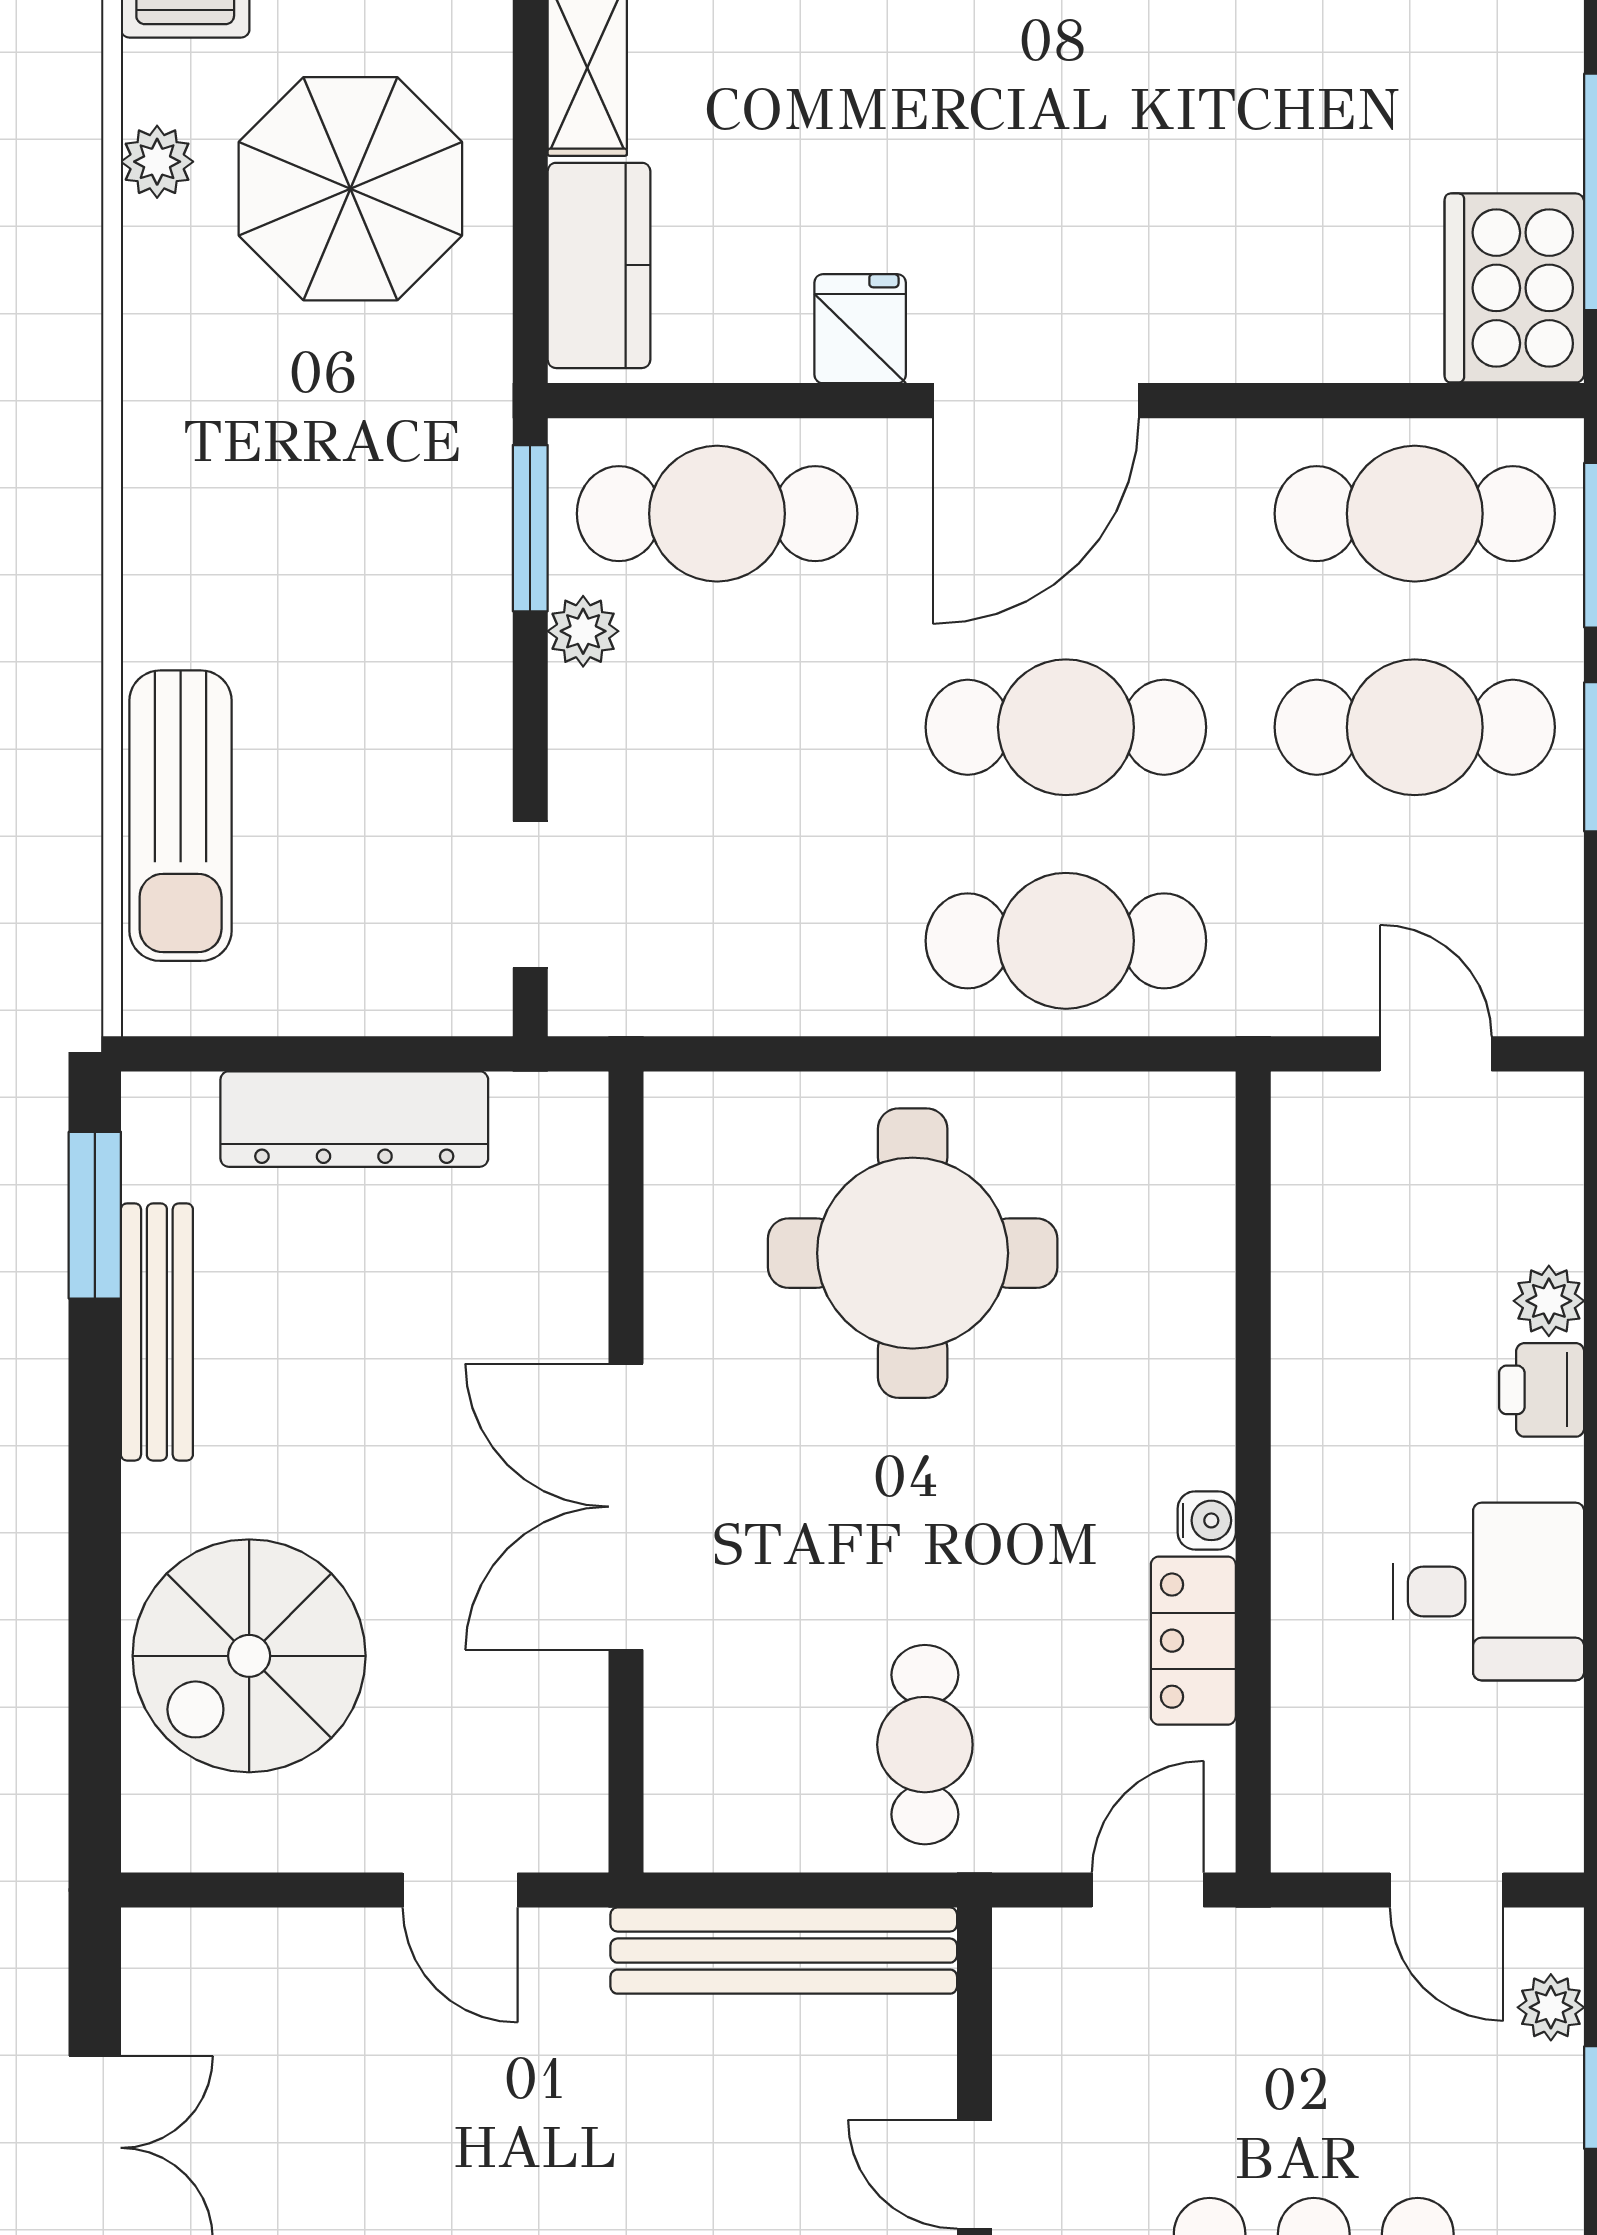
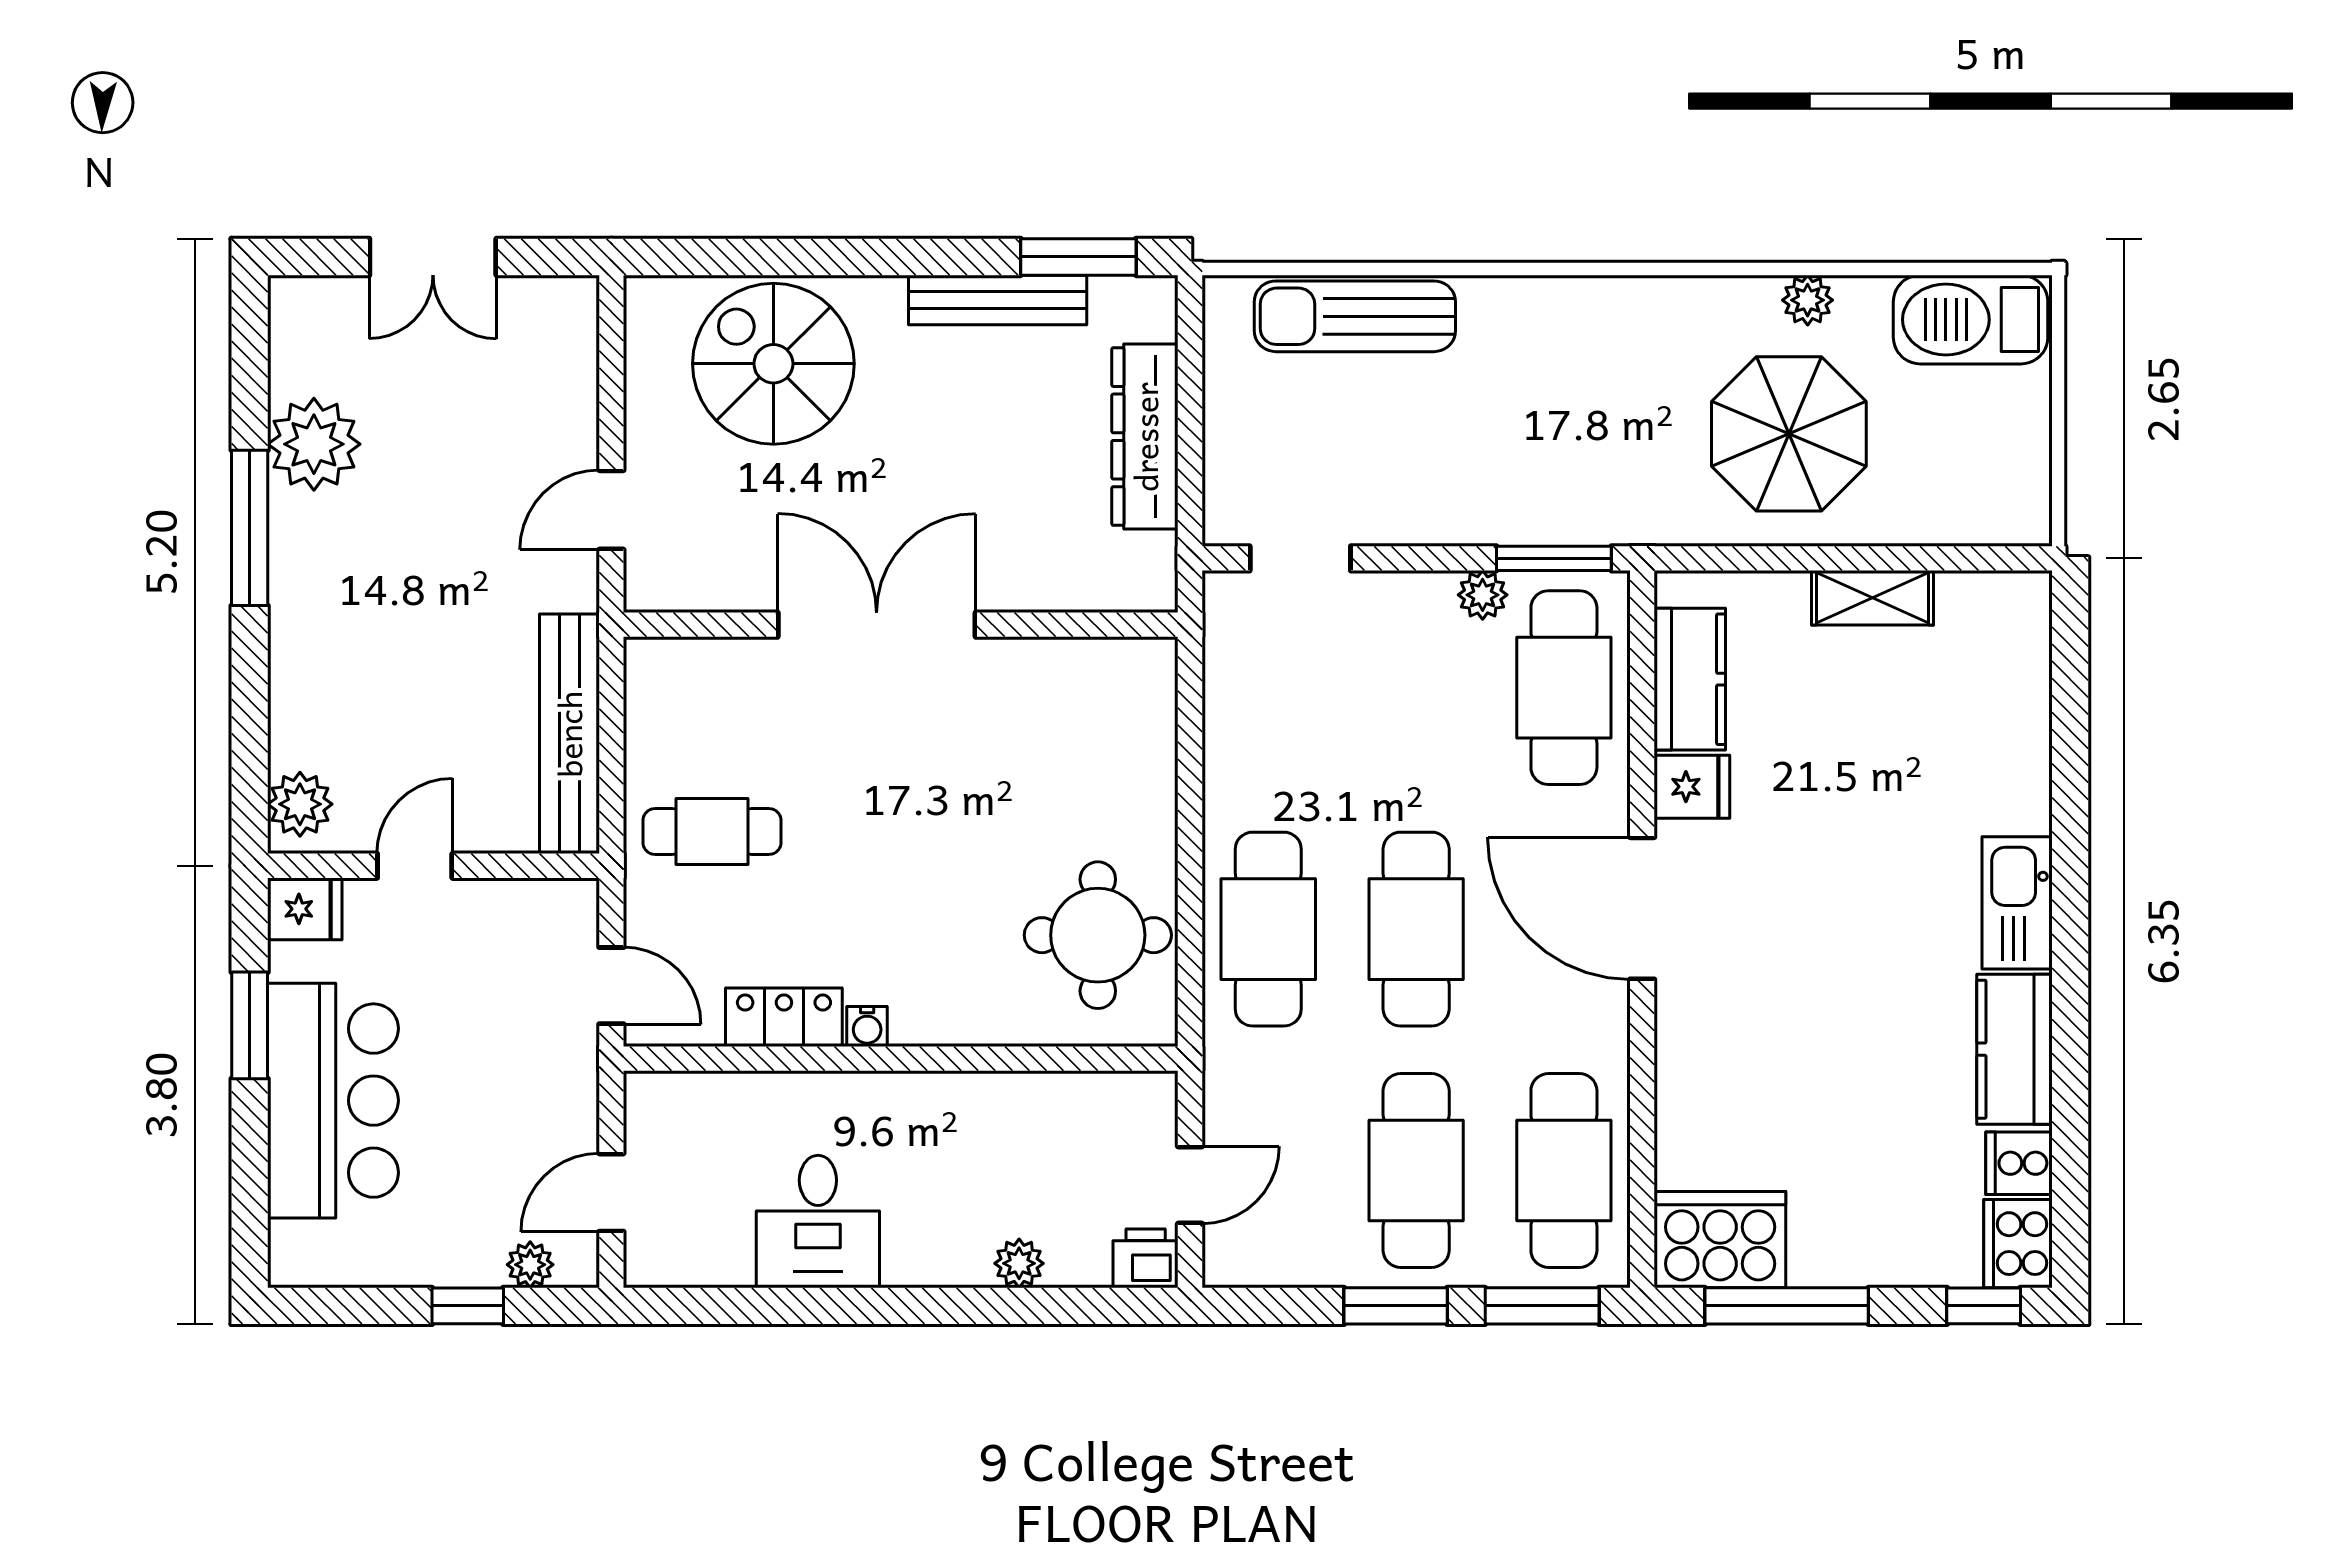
kitchen counter: (599, 265) -> (1690, 679), moved, turned -90
round table: (913, 1253) -> (1098, 935), moved, width x0.73, depth x0.73
printer: (1542, 1390) -> (1146, 1258), moved

